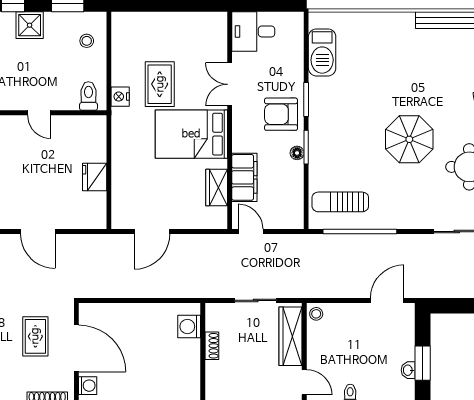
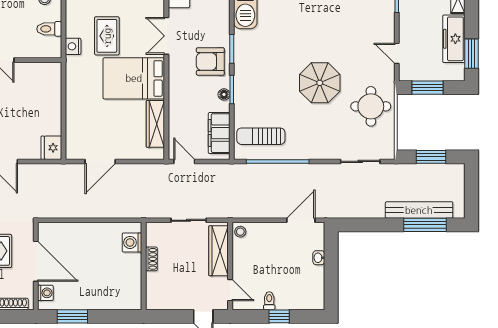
toilet: (88, 96) -> (49, 29), moved, turned -90
fridge: (95, 177) -> (51, 148), moved
filing cabinet: (244, 177) -> (219, 133), moved, turned 180
wardrobe: (217, 187) -> (155, 124), width x1.50
window: (423, 363) -> (331, 274), removed
washbasin: (408, 370) -> (319, 258), moved

